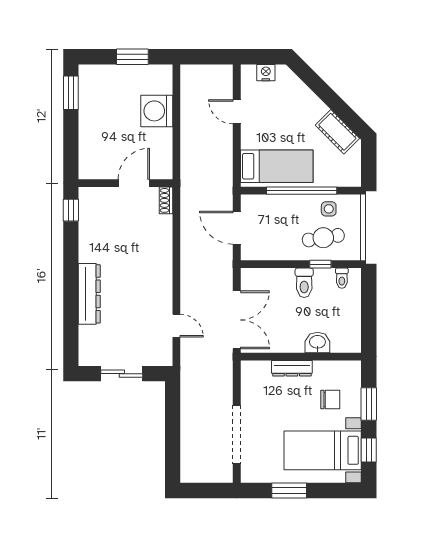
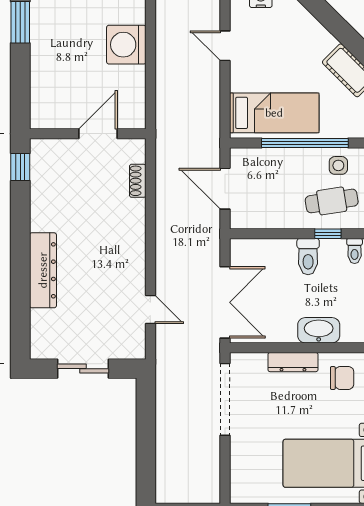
shoe rack: (166, 200) -> (138, 181), moved
washbasin: (317, 342) -> (319, 330), width x1.38
chair: (330, 399) -> (342, 378), moved
doorway: (237, 434) -> (225, 399), moved

